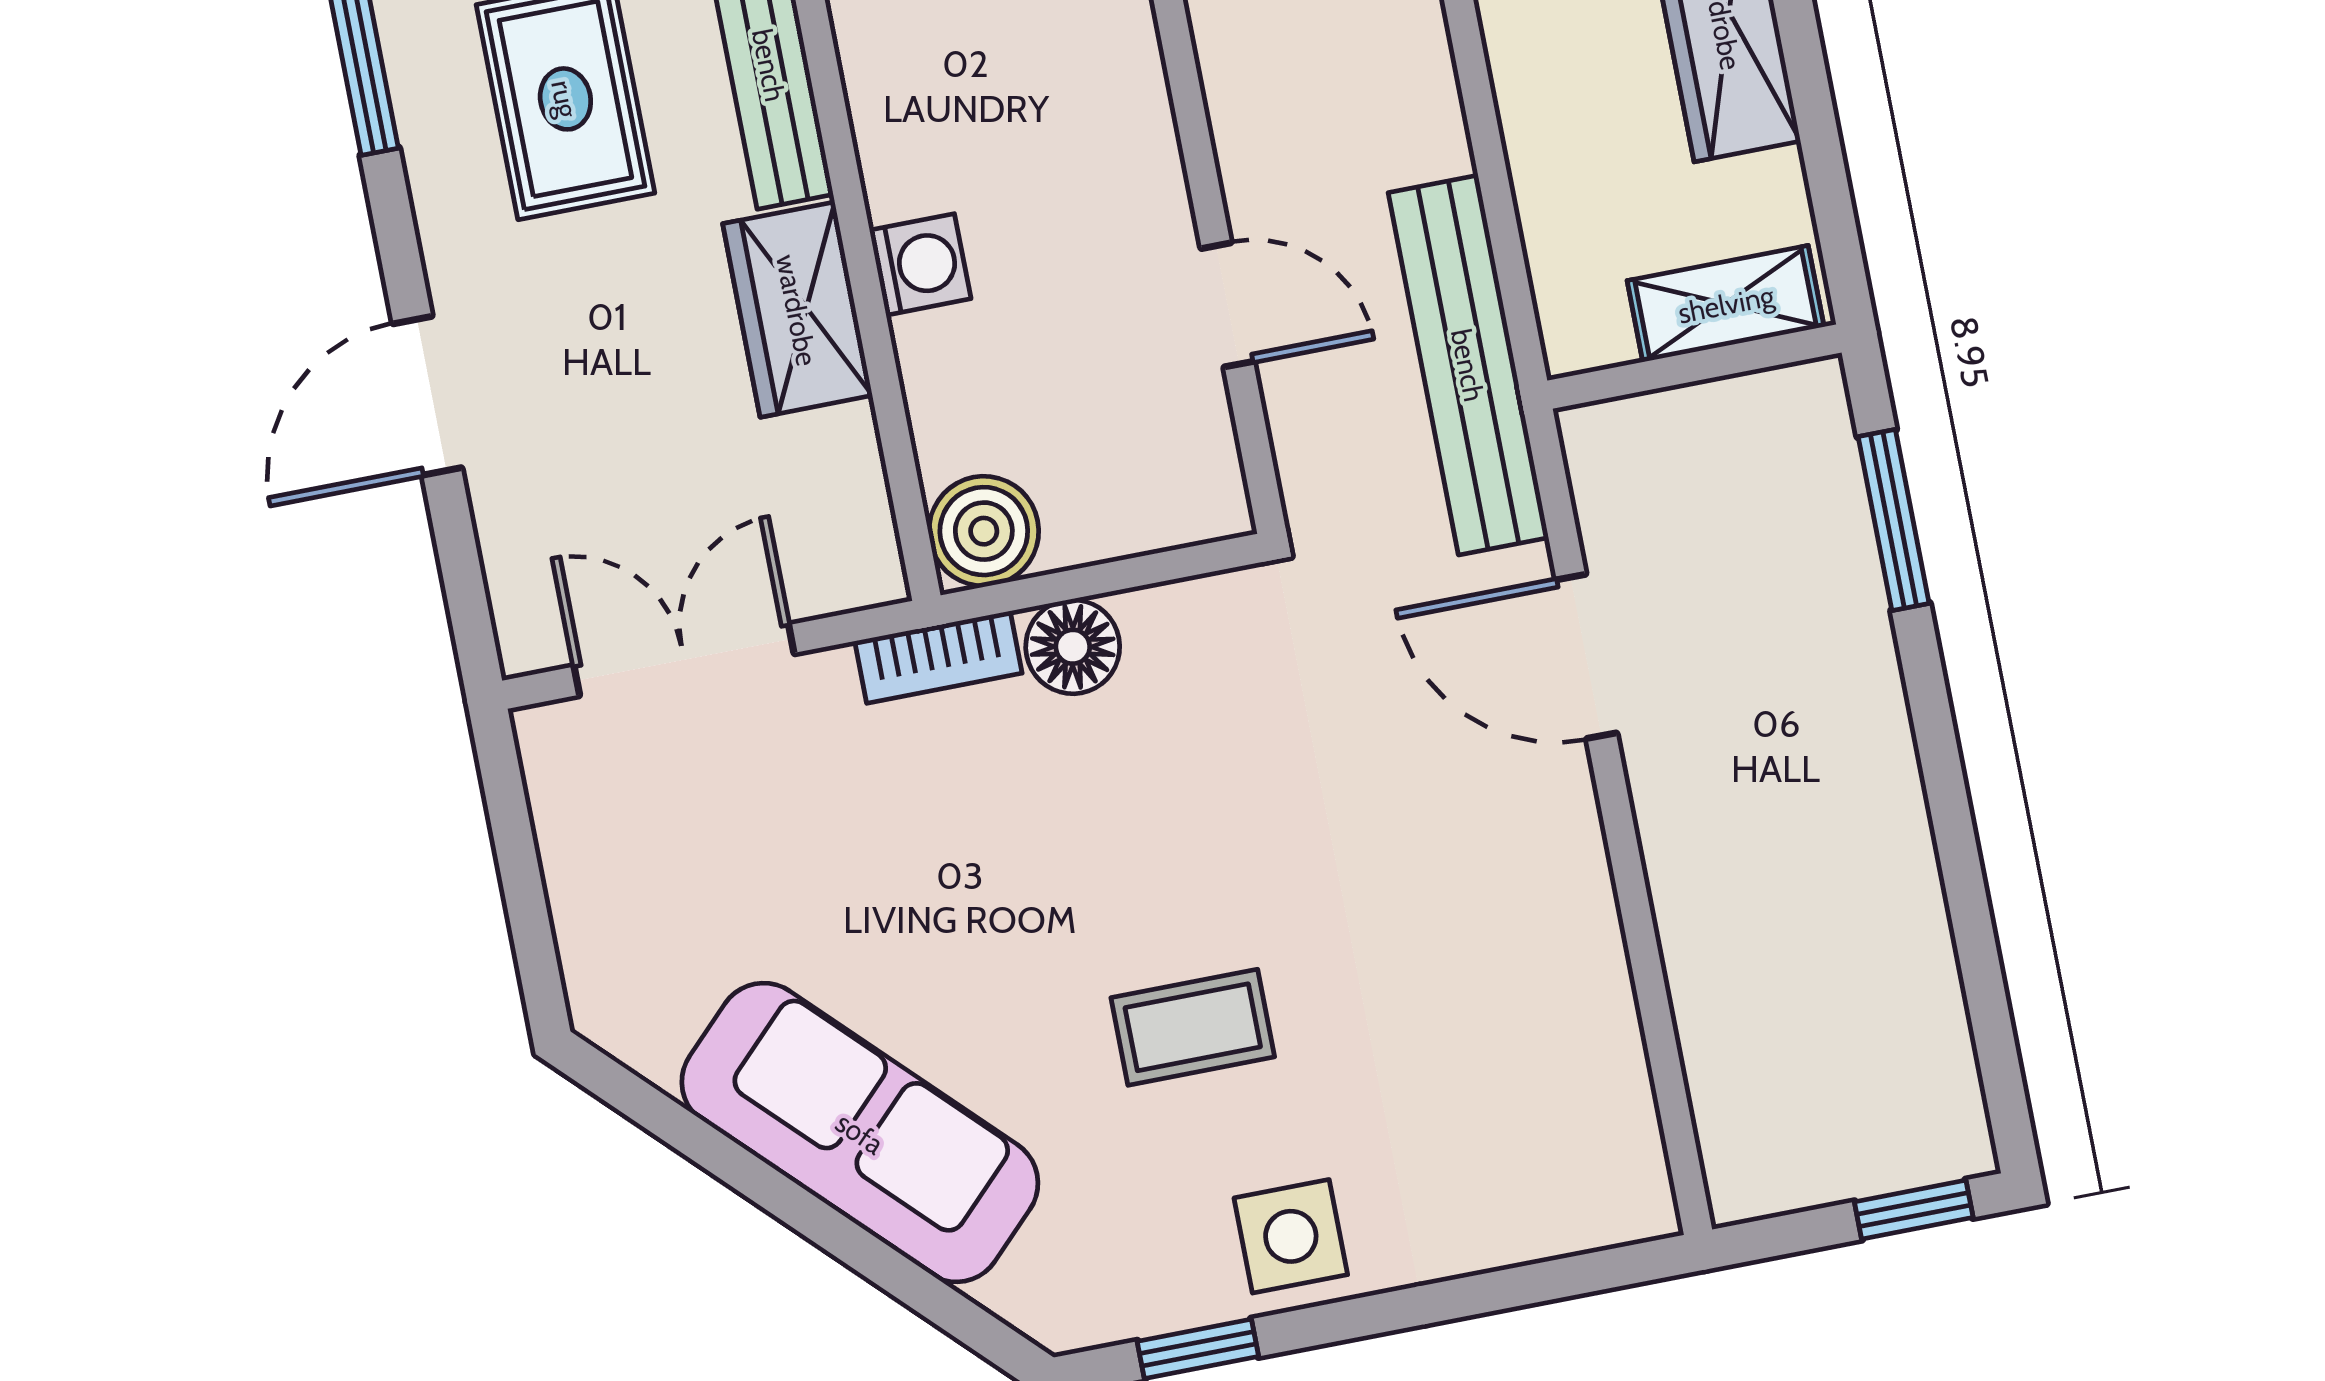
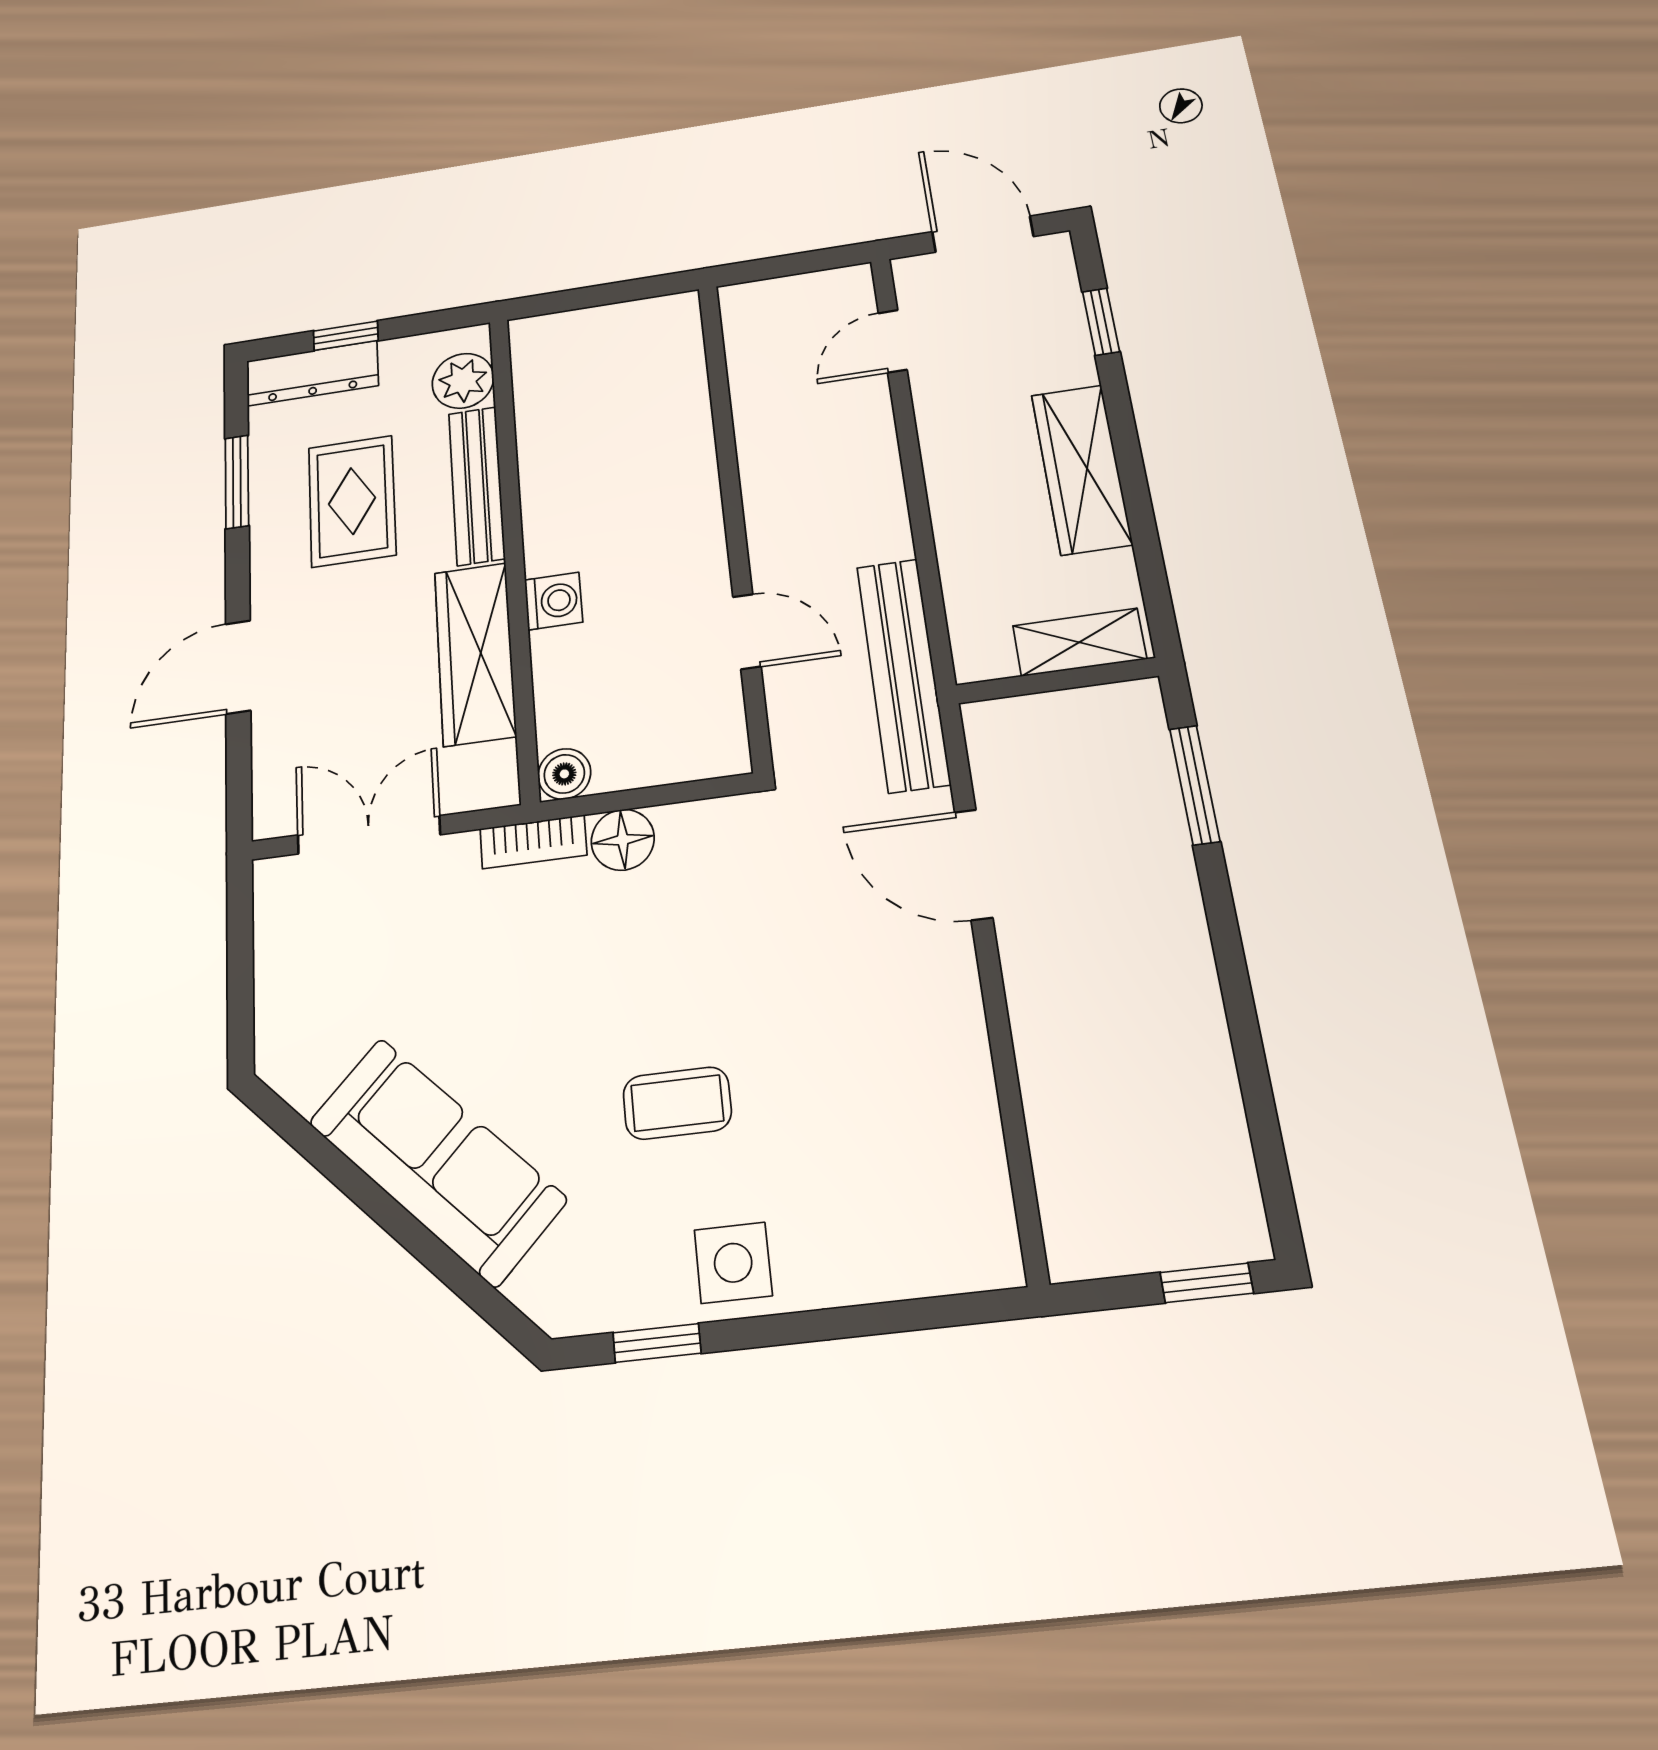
wardrobe: (797, 310) -> (475, 654), width x1.50
boiler: (984, 531) -> (564, 774), width x0.73, depth x0.73

